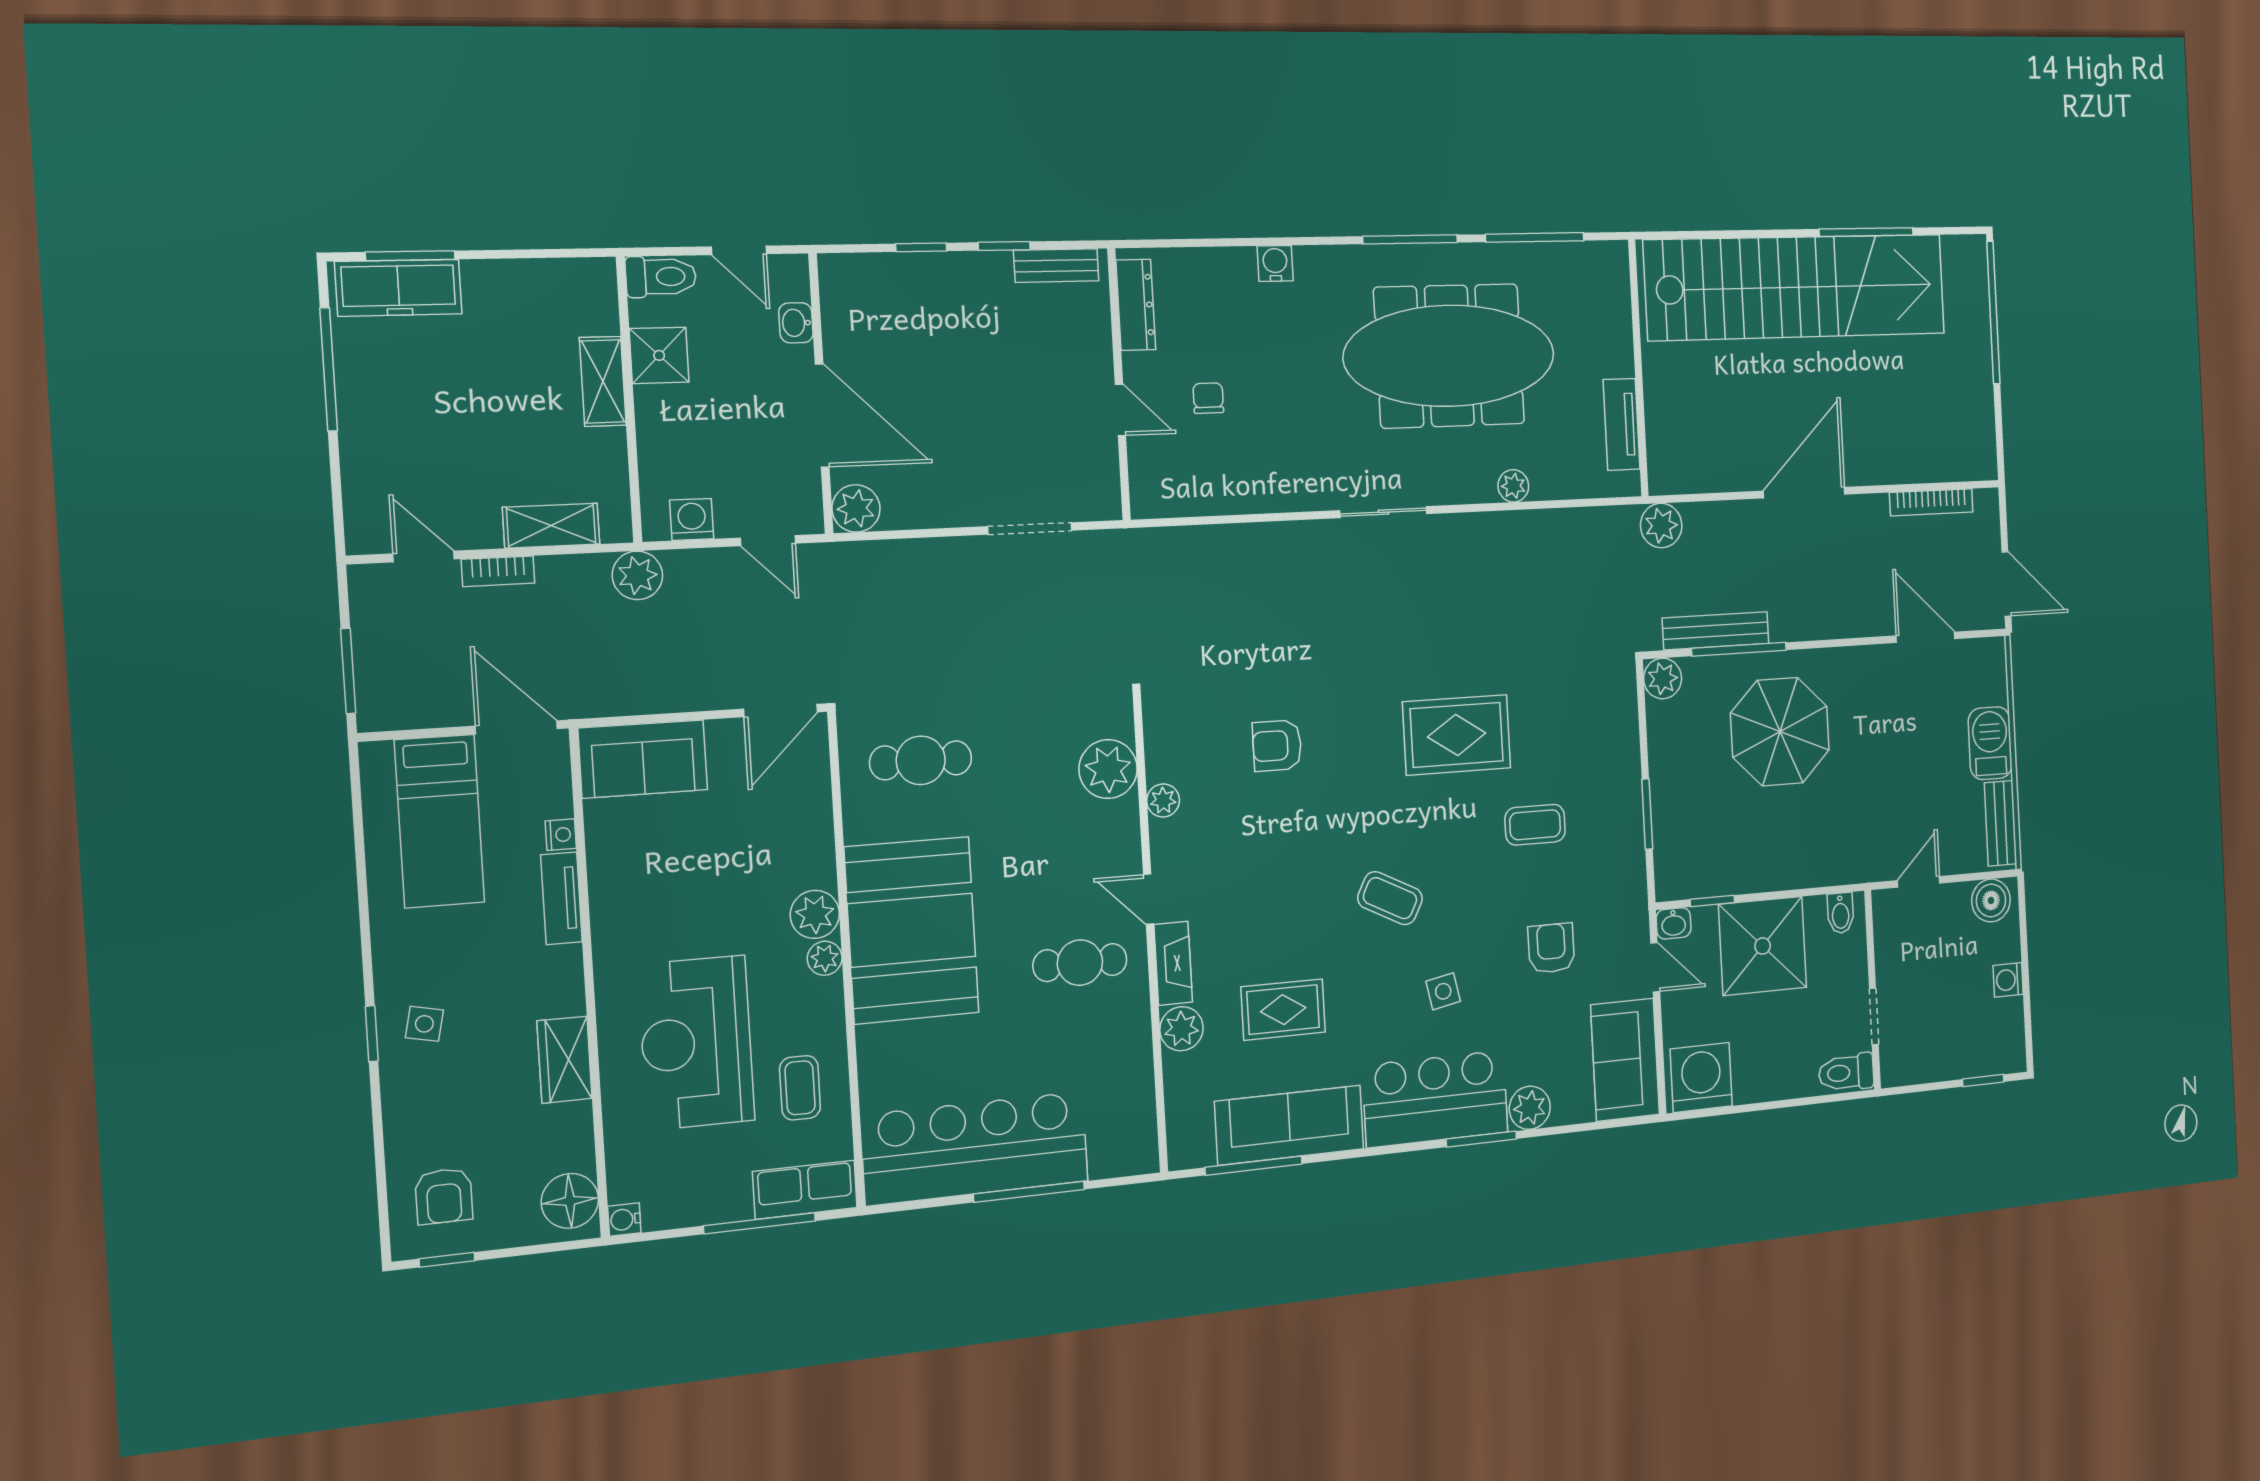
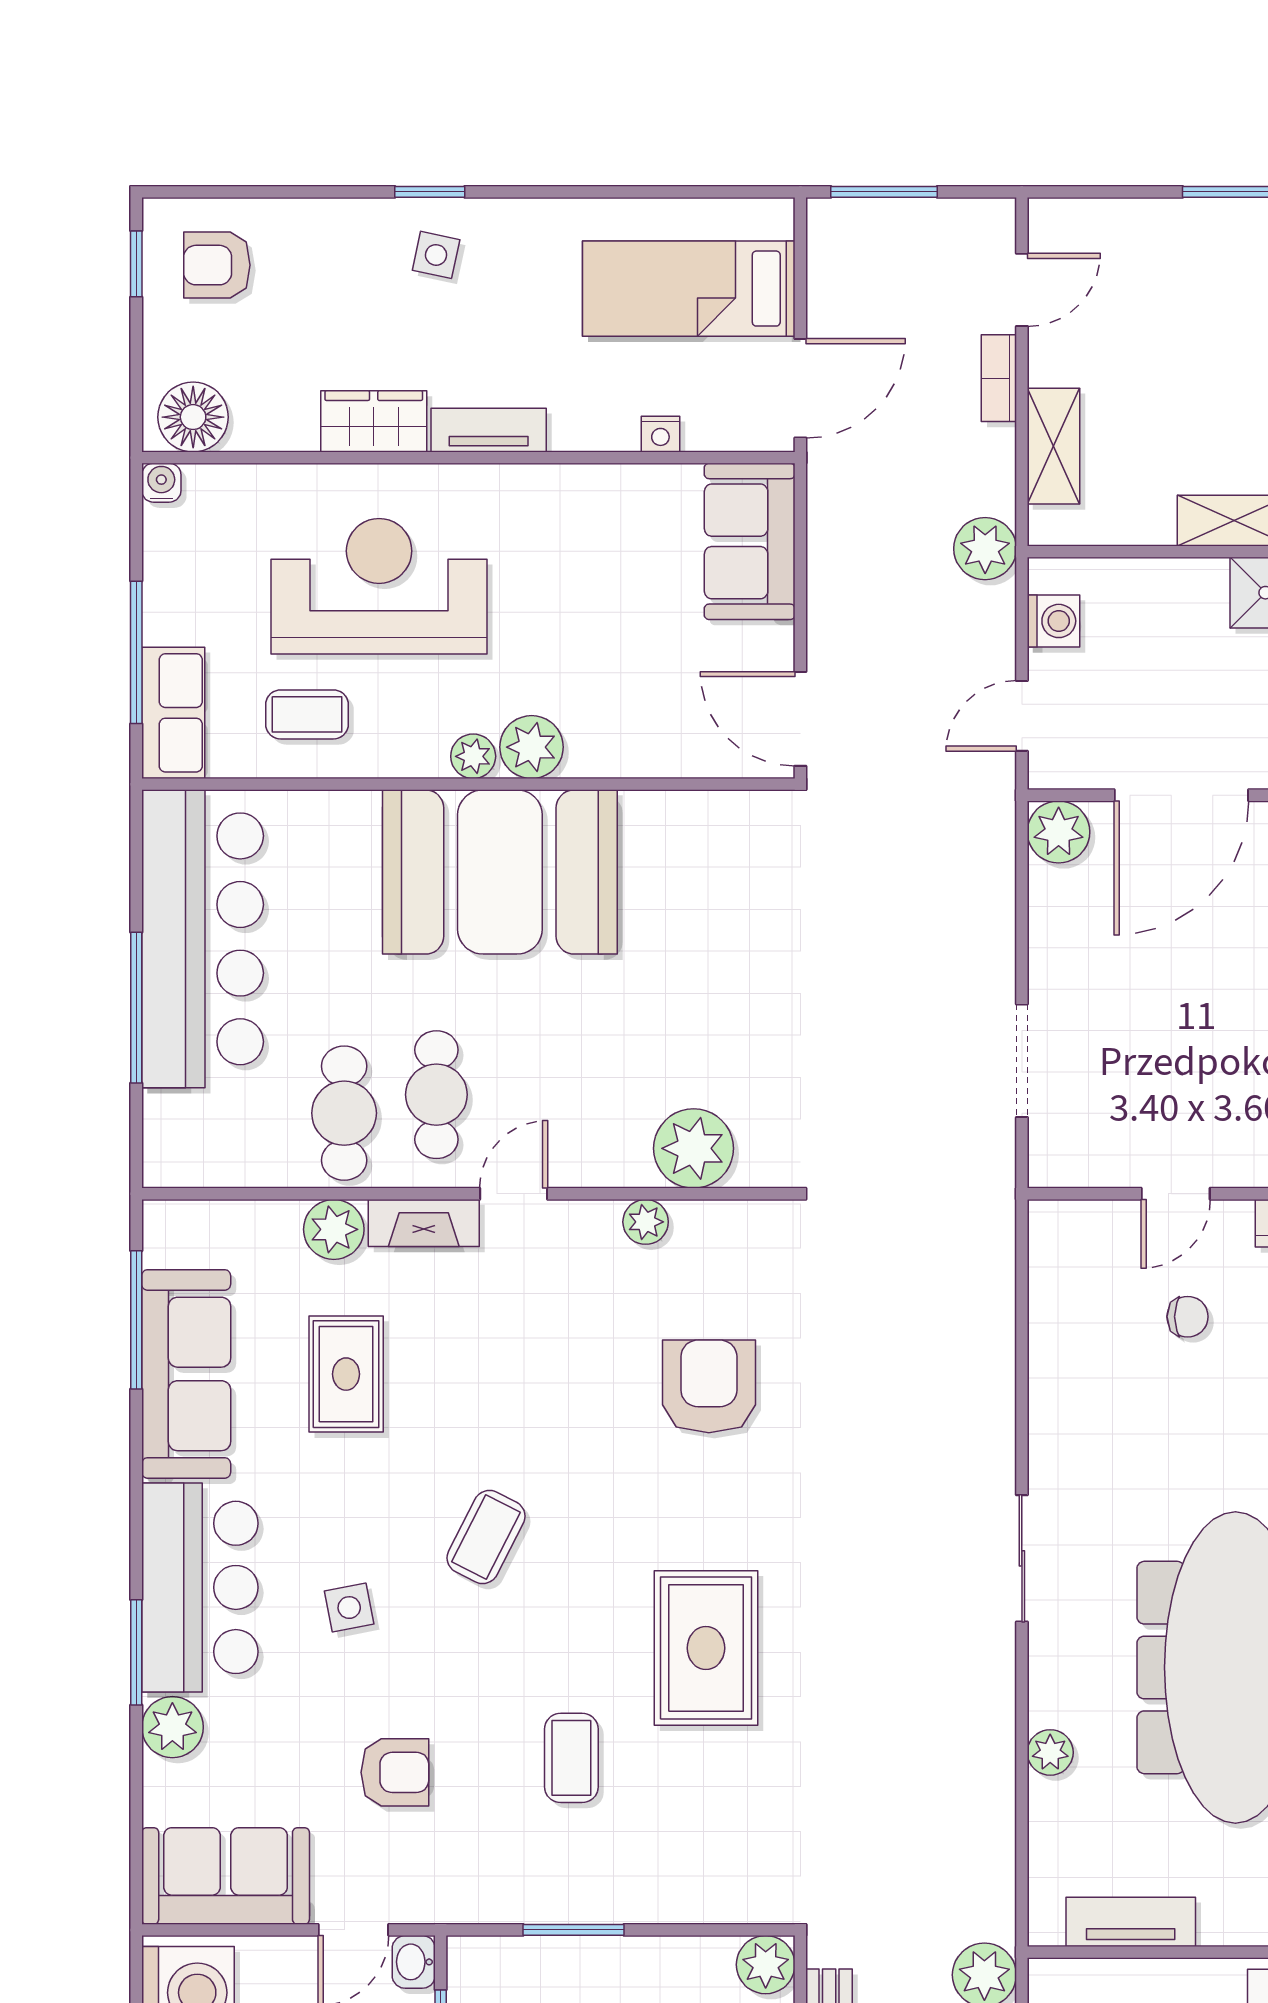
armchair: (1277, 746) -> (709, 1386), width x1.38, depth x1.38
cafe table: (921, 760) -> (344, 1113), moved
tv unit: (562, 898) -> (489, 430), moved

